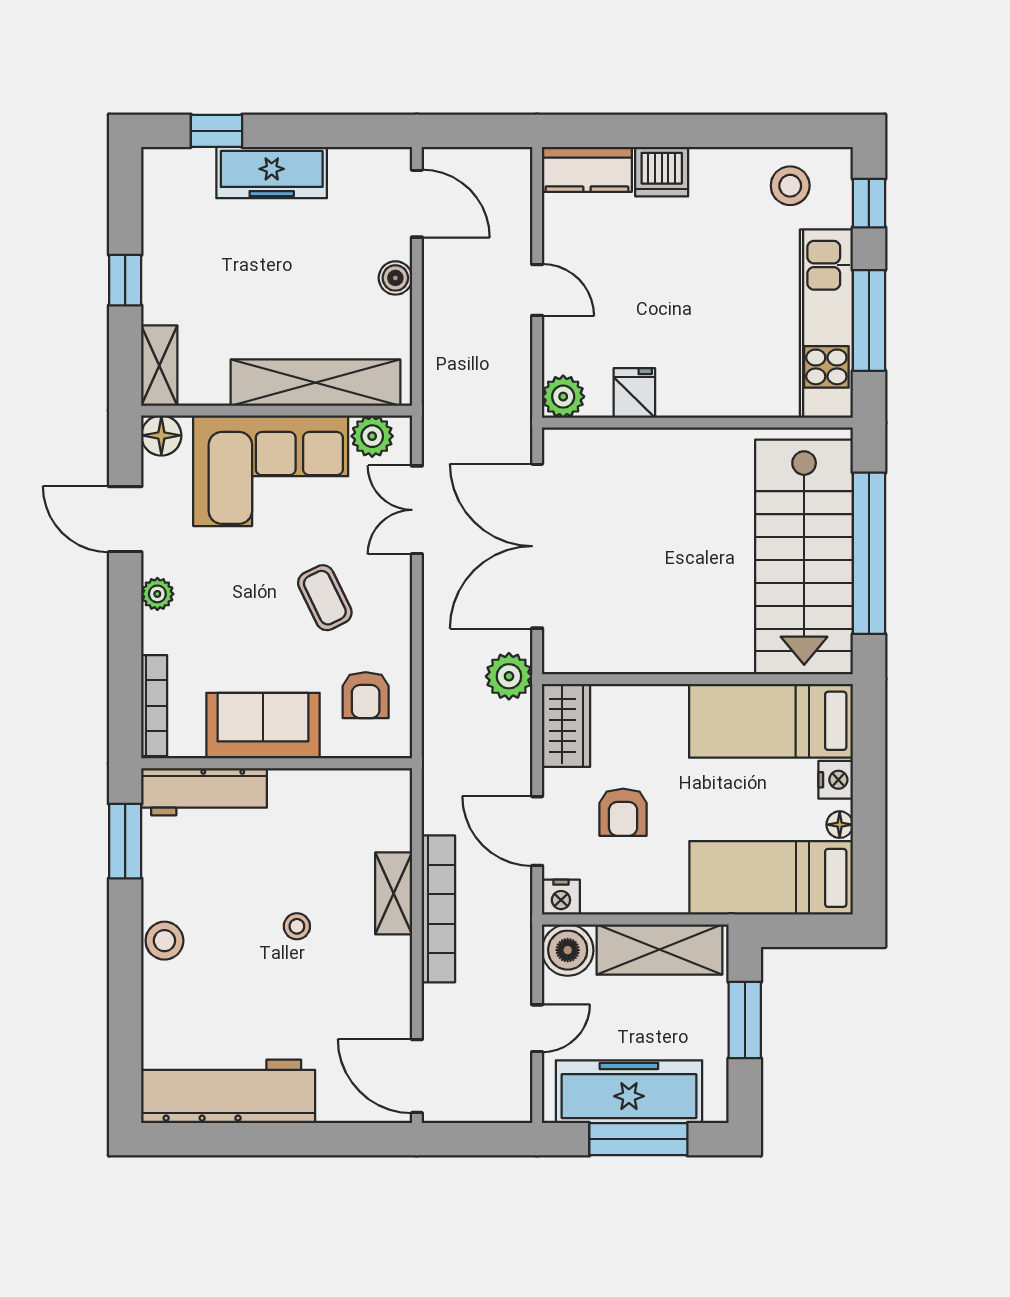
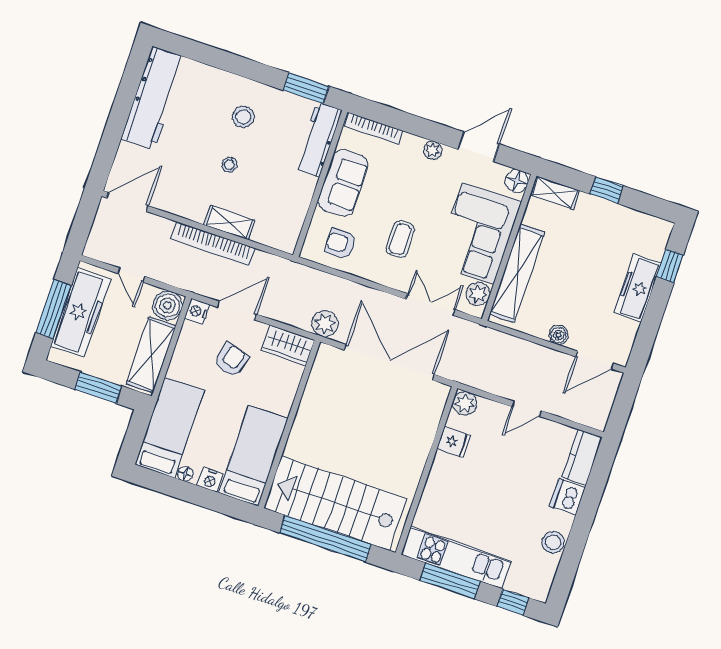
stool: (790, 186) -> (553, 542), moved
coffee table: (325, 598) -> (400, 239), turned -64
armchair: (623, 812) -> (231, 360), turned 106
stool: (164, 941) -> (243, 117), moved

